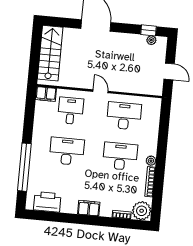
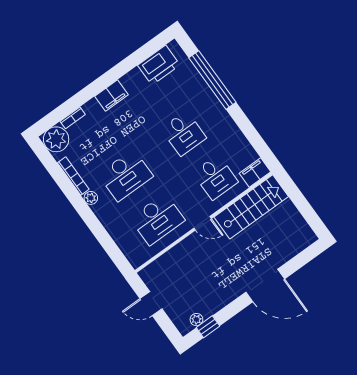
stairs: (50, 53) -> (251, 207), moved, turned -90
desk: (67, 151) -> (184, 133), width x0.73

